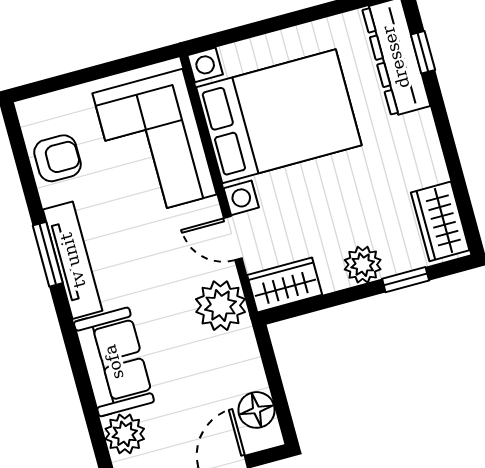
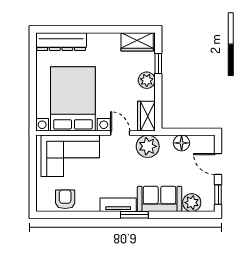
window: (423, 52) -> (62, 29), removed
door: (233, 238) -> (120, 133), swing flipped
window: (48, 254) -> (134, 215), moved
tv unit: (73, 260) -> (118, 205), width x0.71
floor lamp: (256, 410) -> (182, 143), moved

